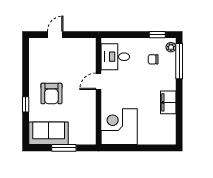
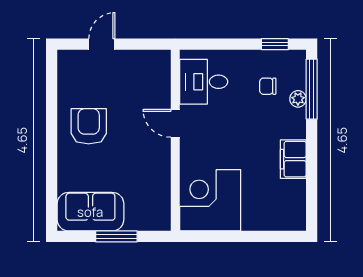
plant: (171, 47) -> (298, 99), moved
door: (98, 81) -> (175, 123), hinge flipped
armchair: (51, 93) -> (89, 126), moved, turned 180
window: (26, 104) -> (52, 163), removed

